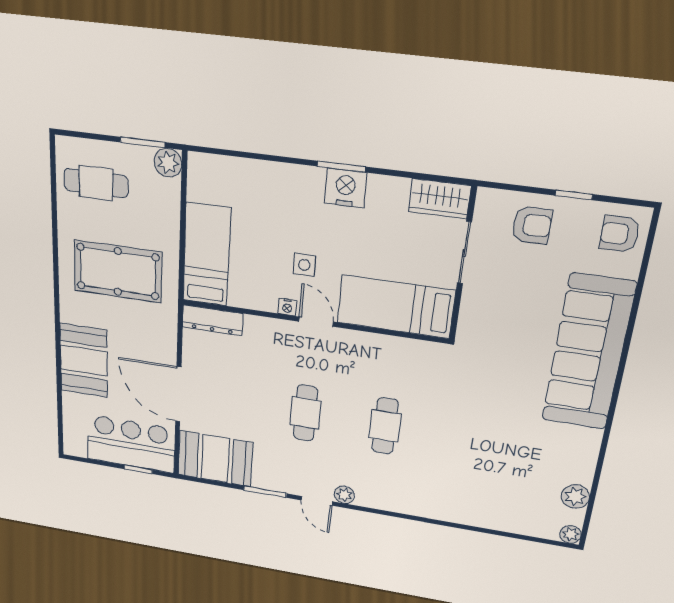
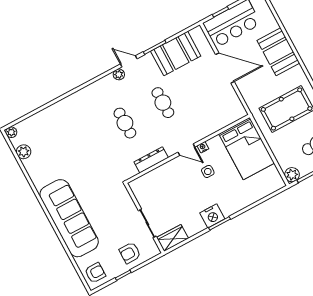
bed: (207, 255) -> (247, 149), width x1.50
bed: (396, 307) -> (158, 181), removed
dresser: (212, 320) -> (151, 160), moved
booth: (215, 459) -> (176, 54), moved

